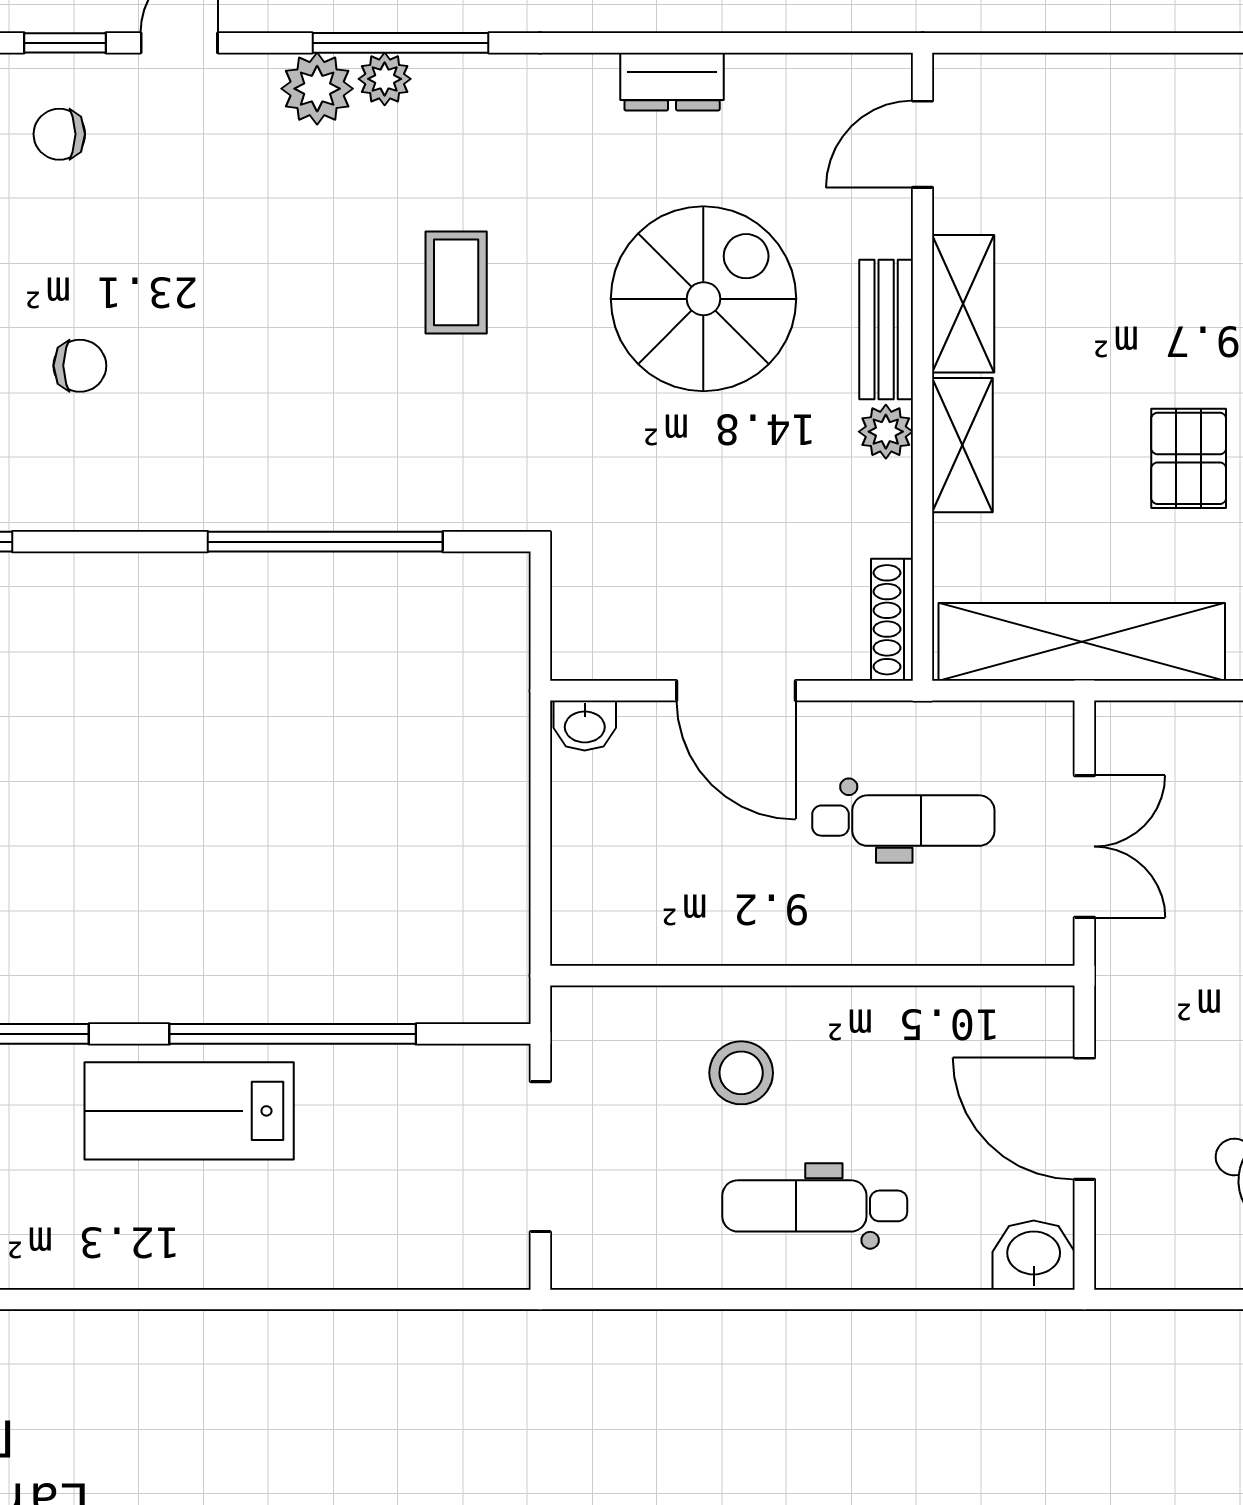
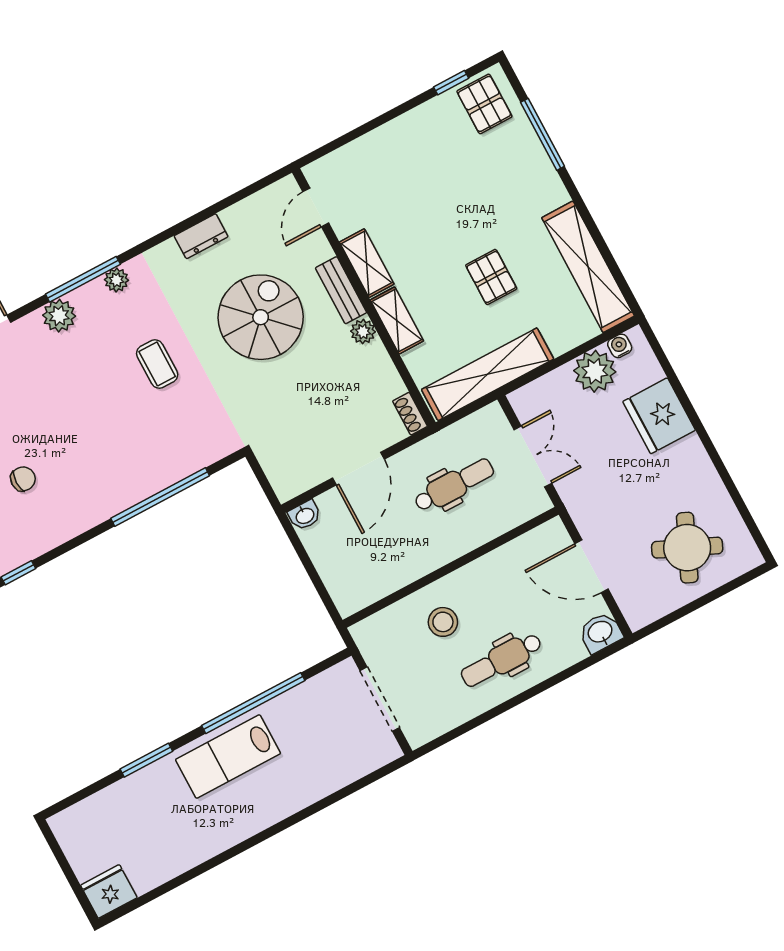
plant: (385, 79) -> (116, 280), moved
shoe rack: (892, 620) -> (410, 414), width x0.70
door: (736, 691) -> (358, 469), hinge flipped

